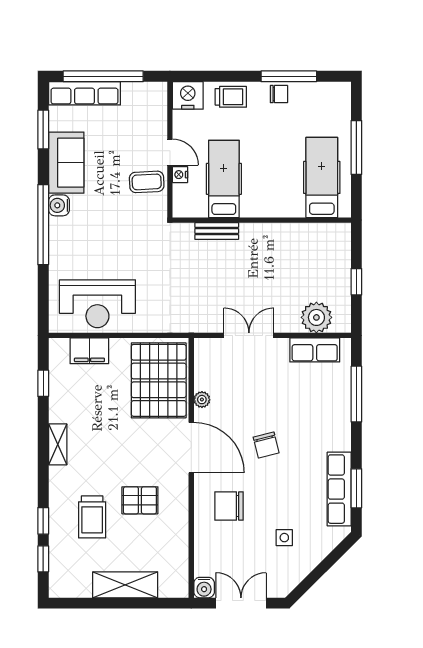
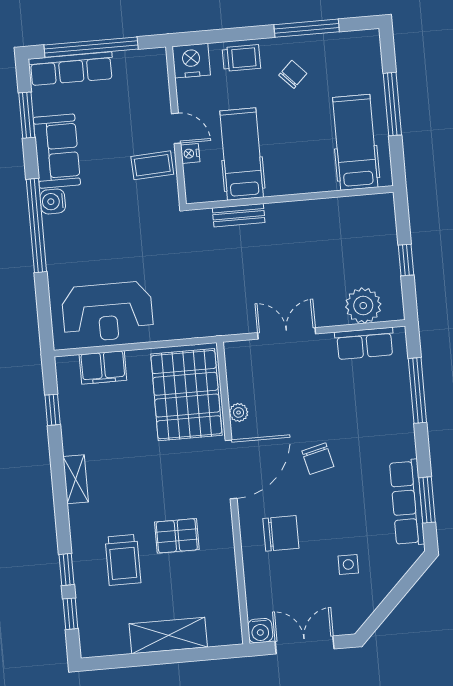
chair: (279, 94) -> (293, 74), moved, turned -44
door: (191, 448) -> (231, 469), hinge flipped
chair: (229, 506) -> (281, 533), turned 180

